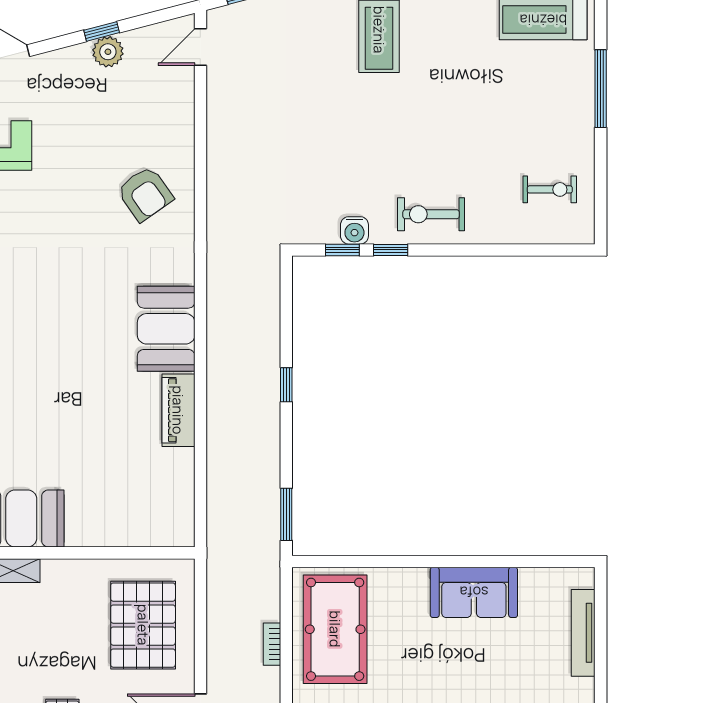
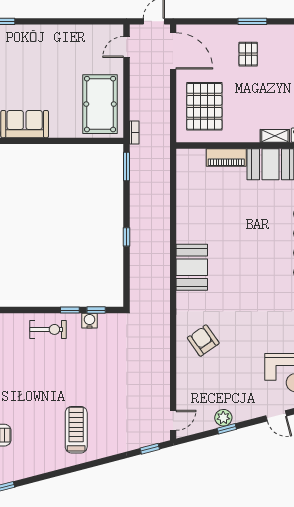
piano: (178, 410) -> (226, 157), moved, turned 90
bookcase: (272, 644) -> (134, 133), moved

